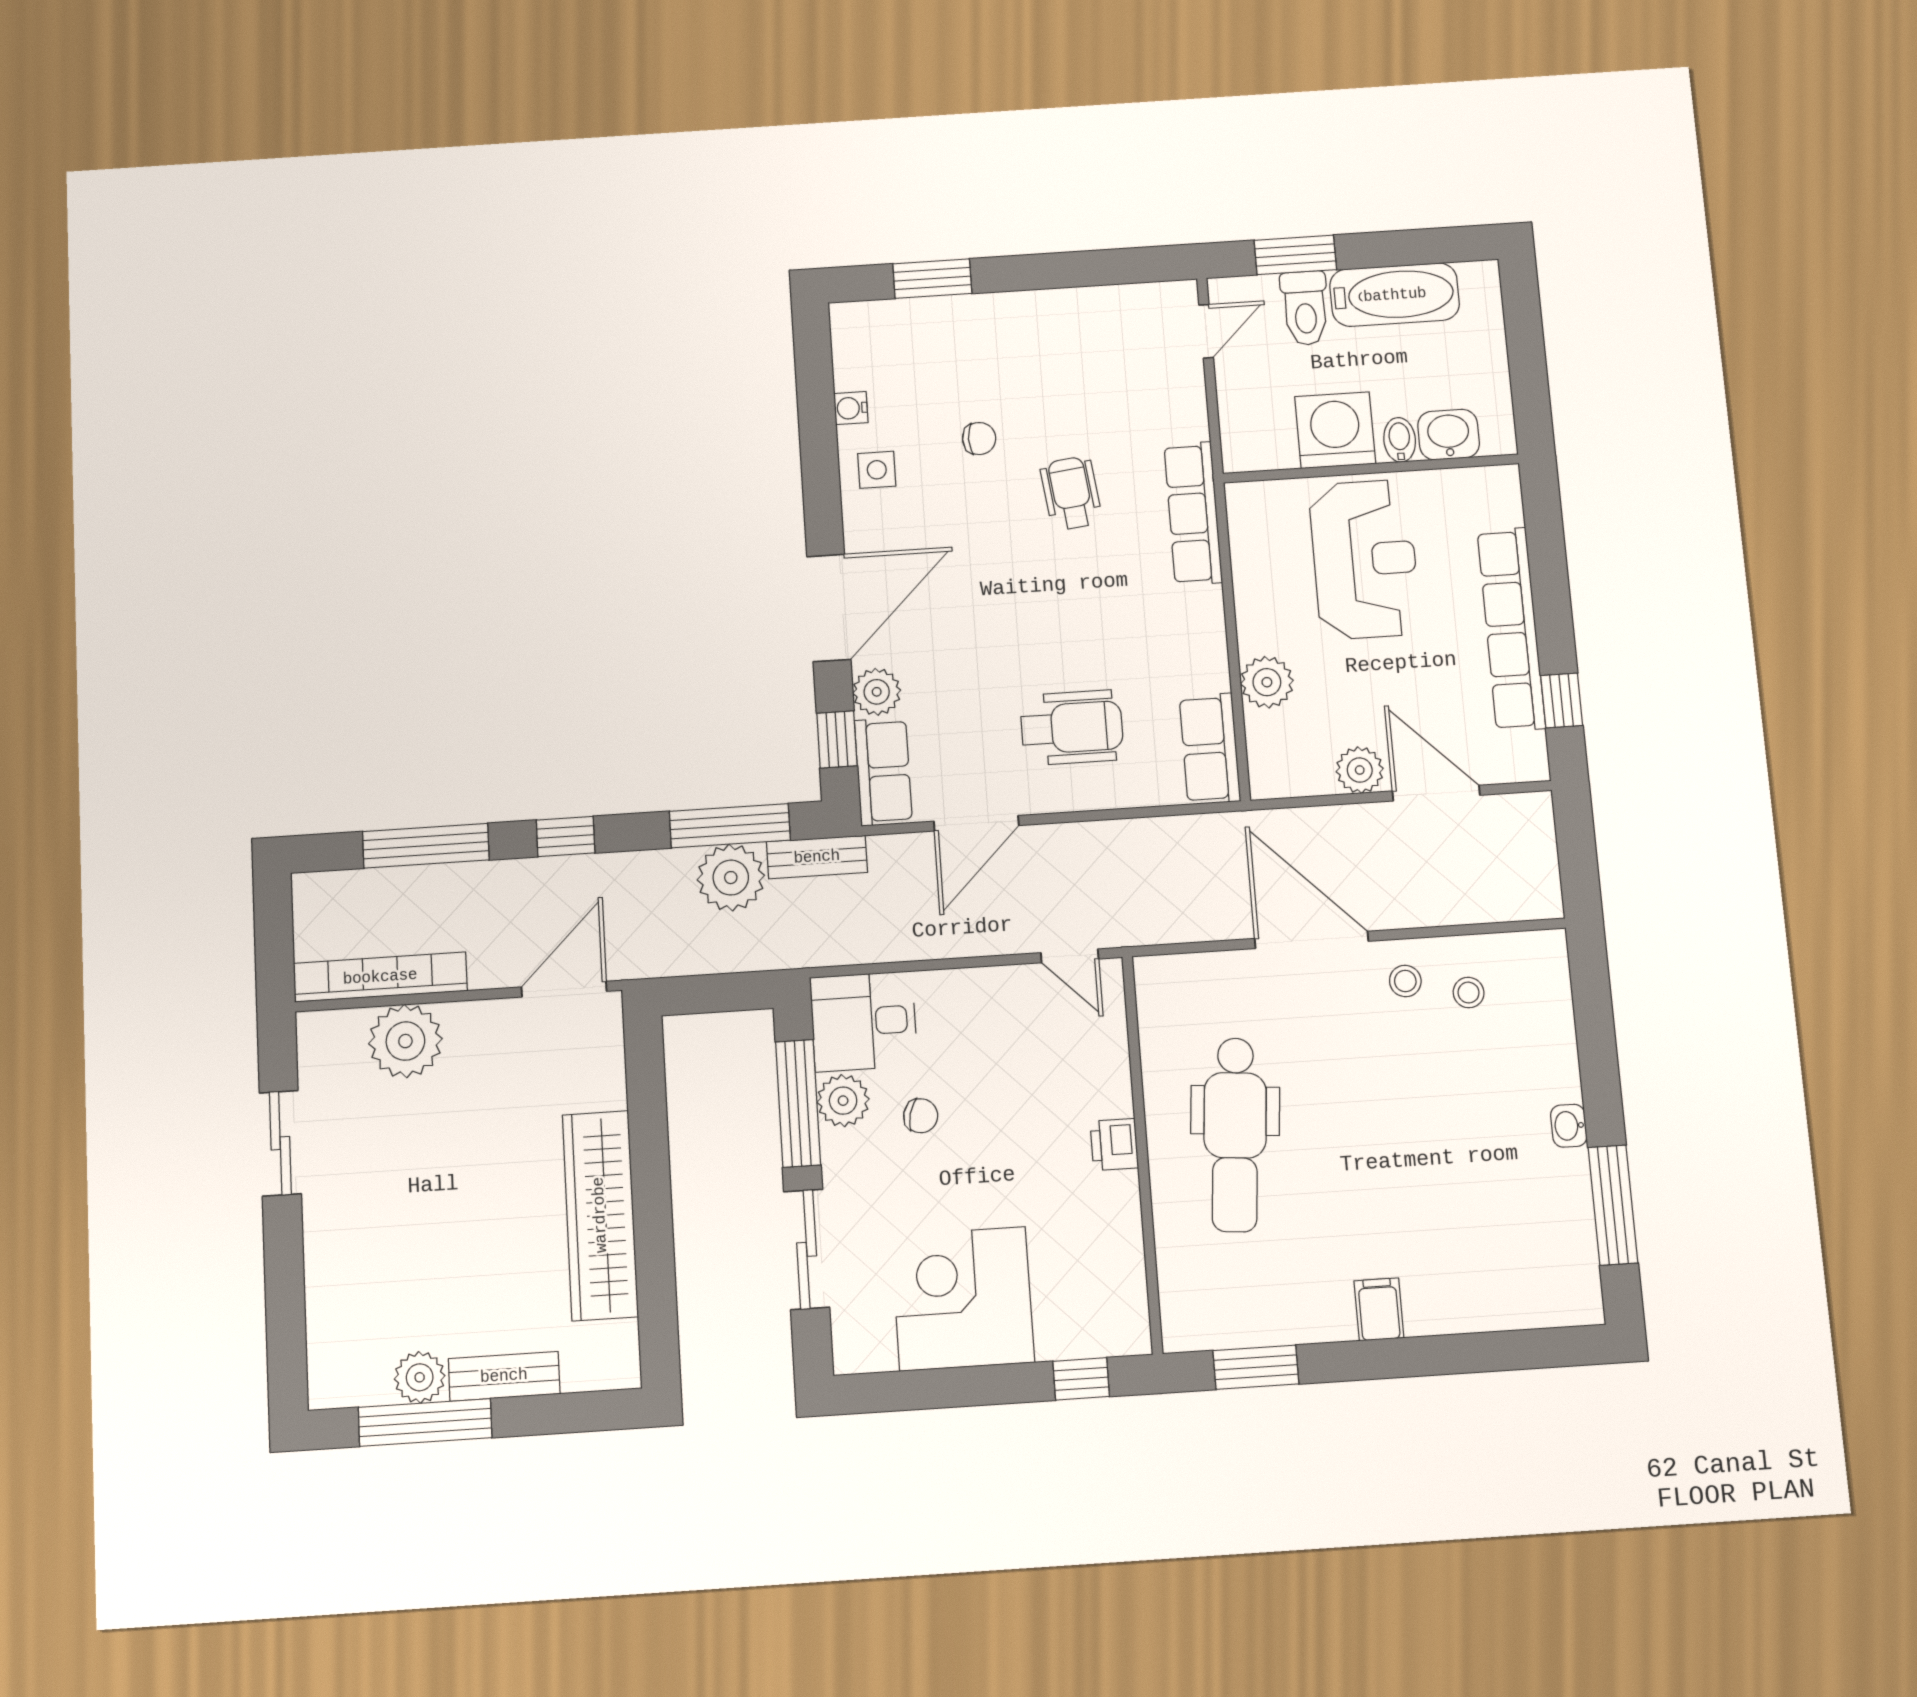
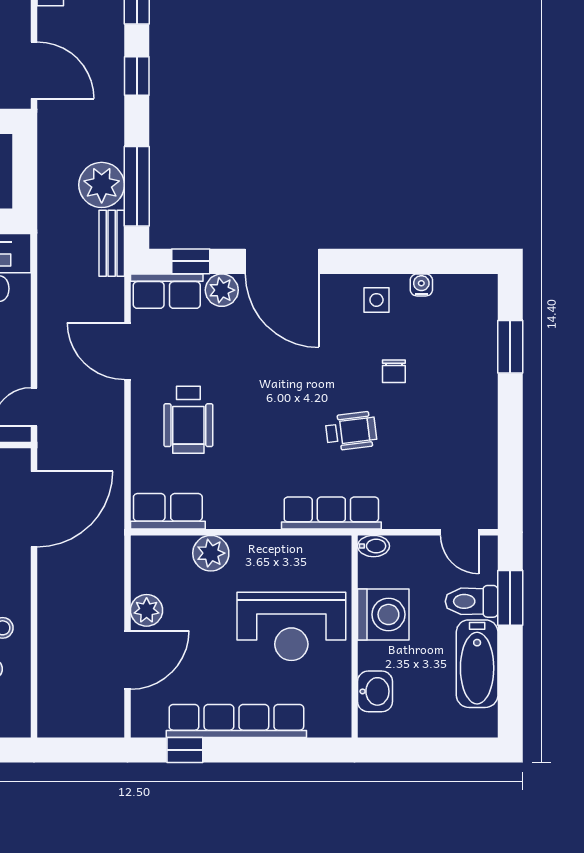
bidet: (1400, 440) -> (374, 546), moved
door: (1312, 940) -> (34, 509), moved

